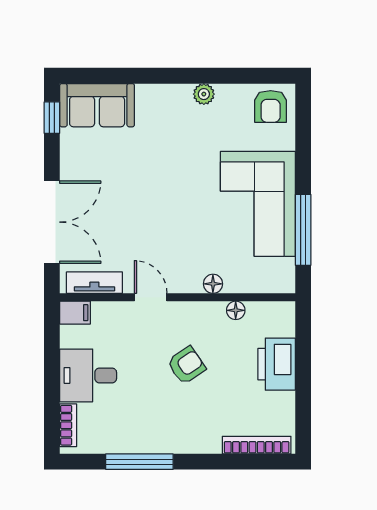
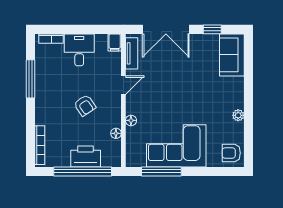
window: (52, 118) -> (212, 29), moved
window: (303, 369) -> (83, 171), added

